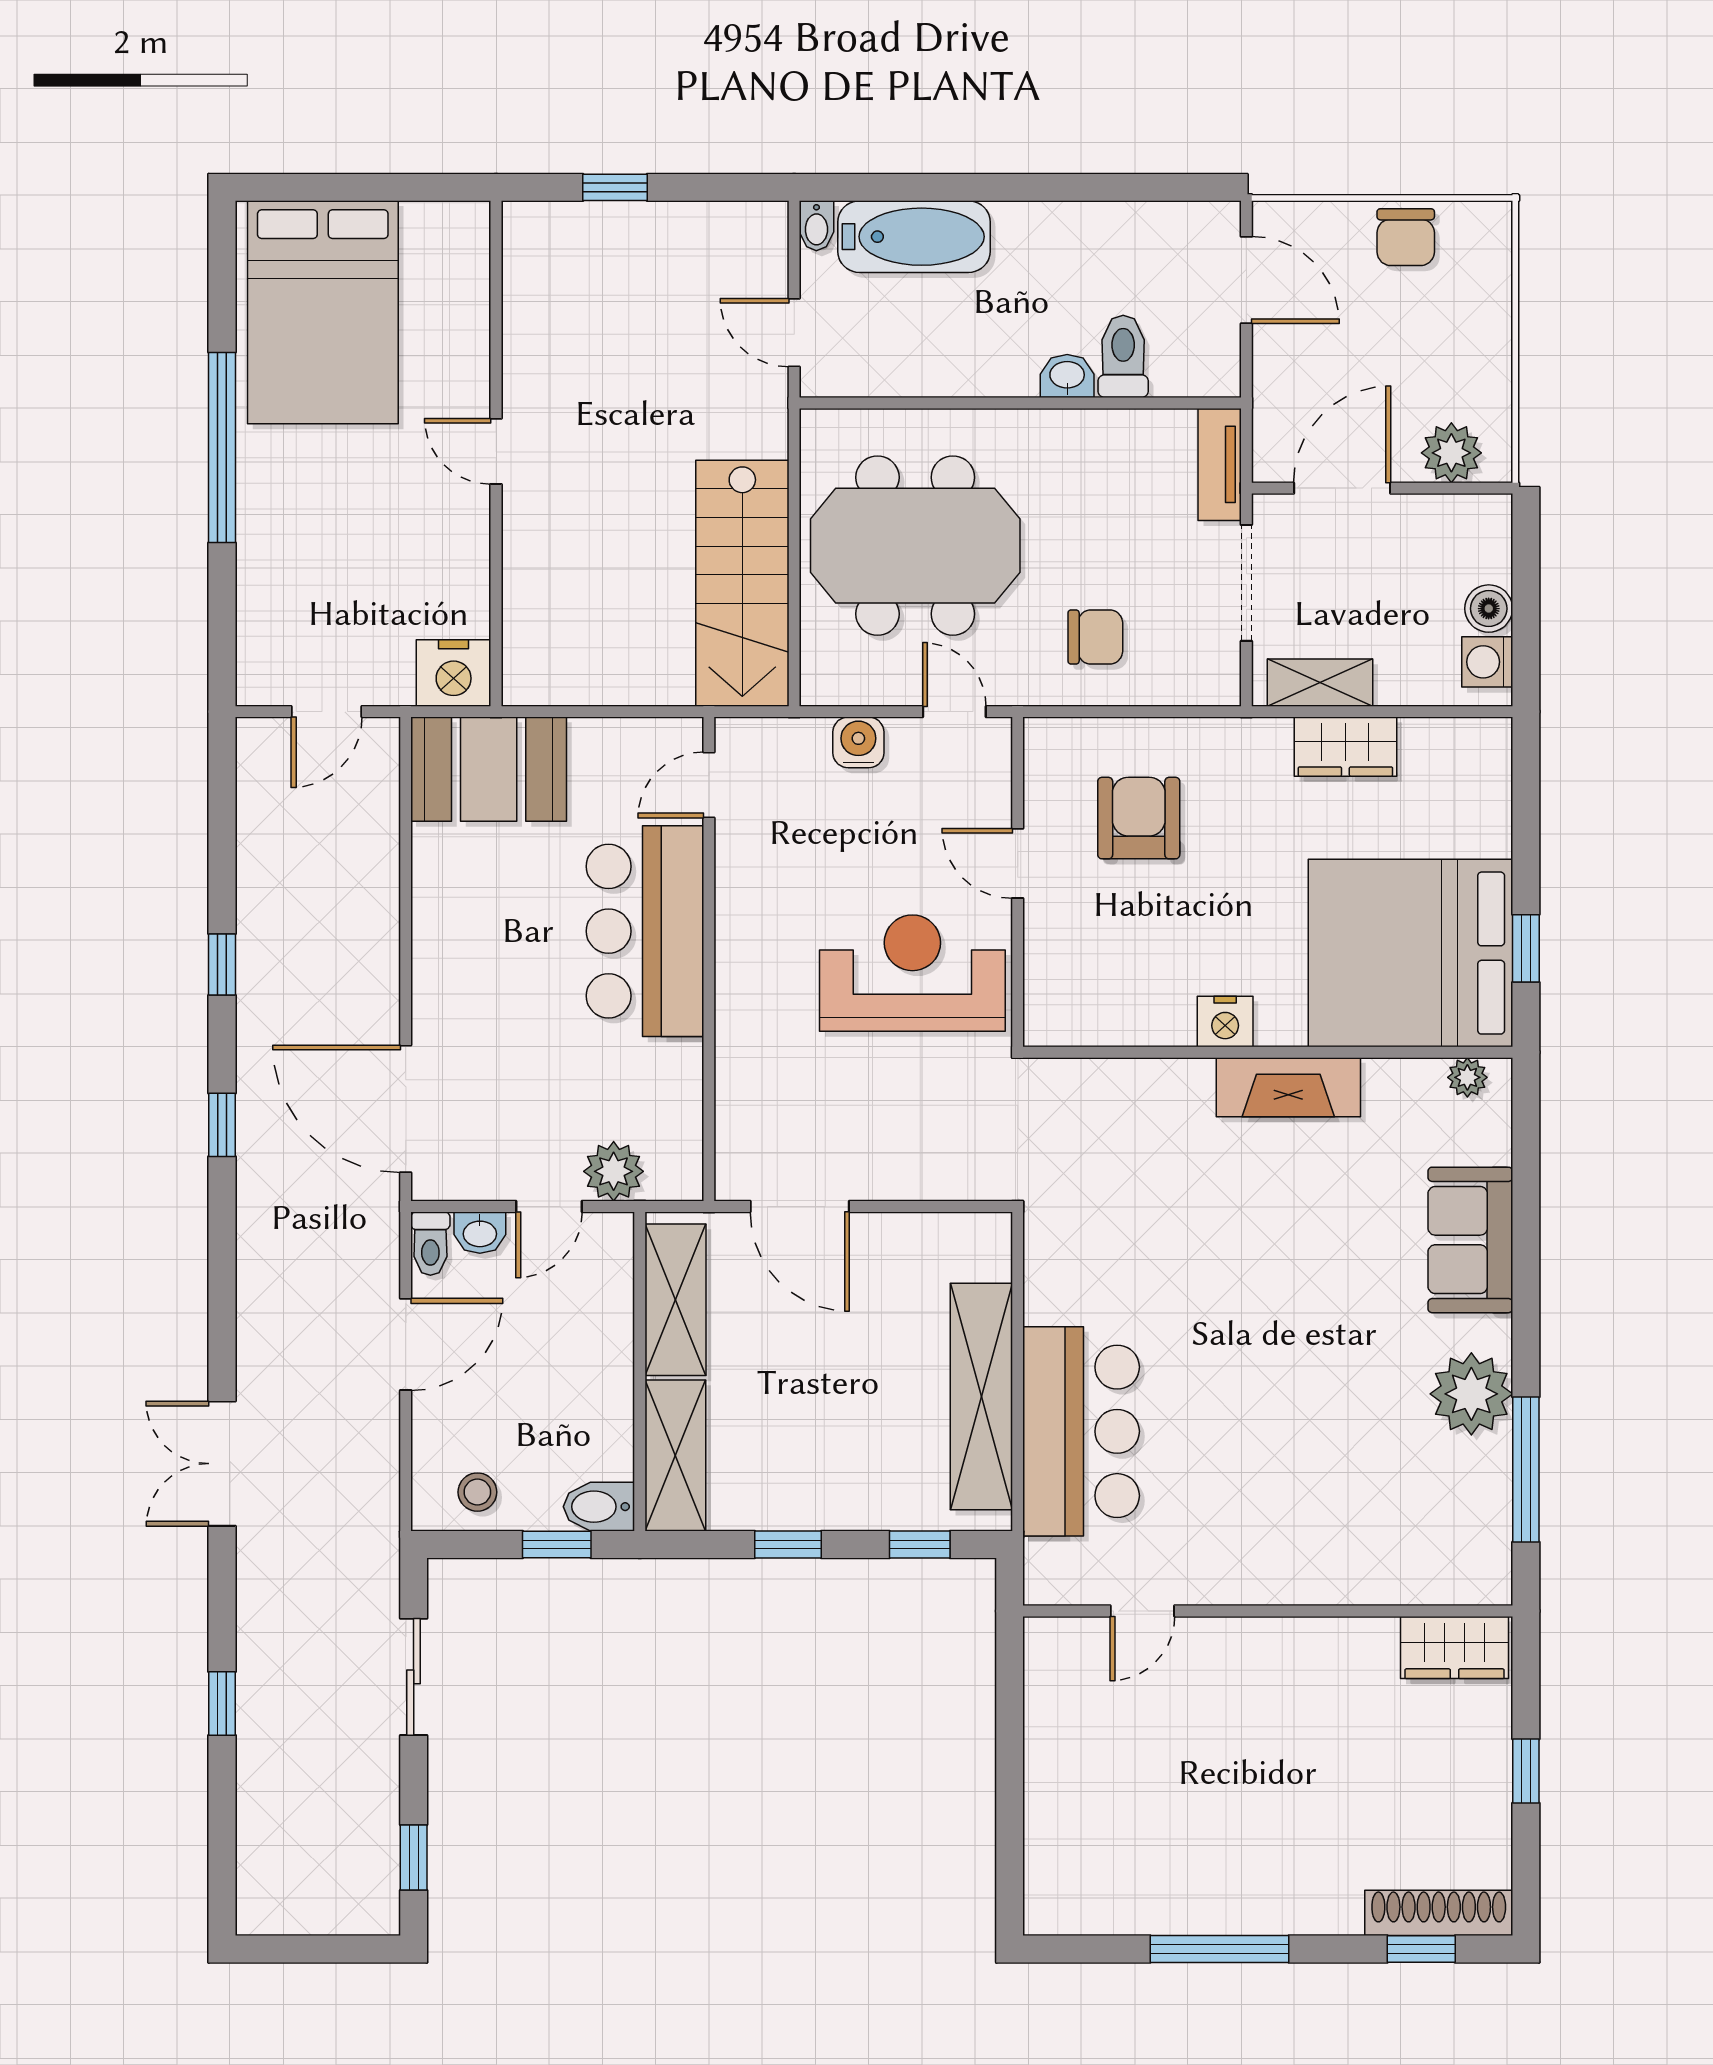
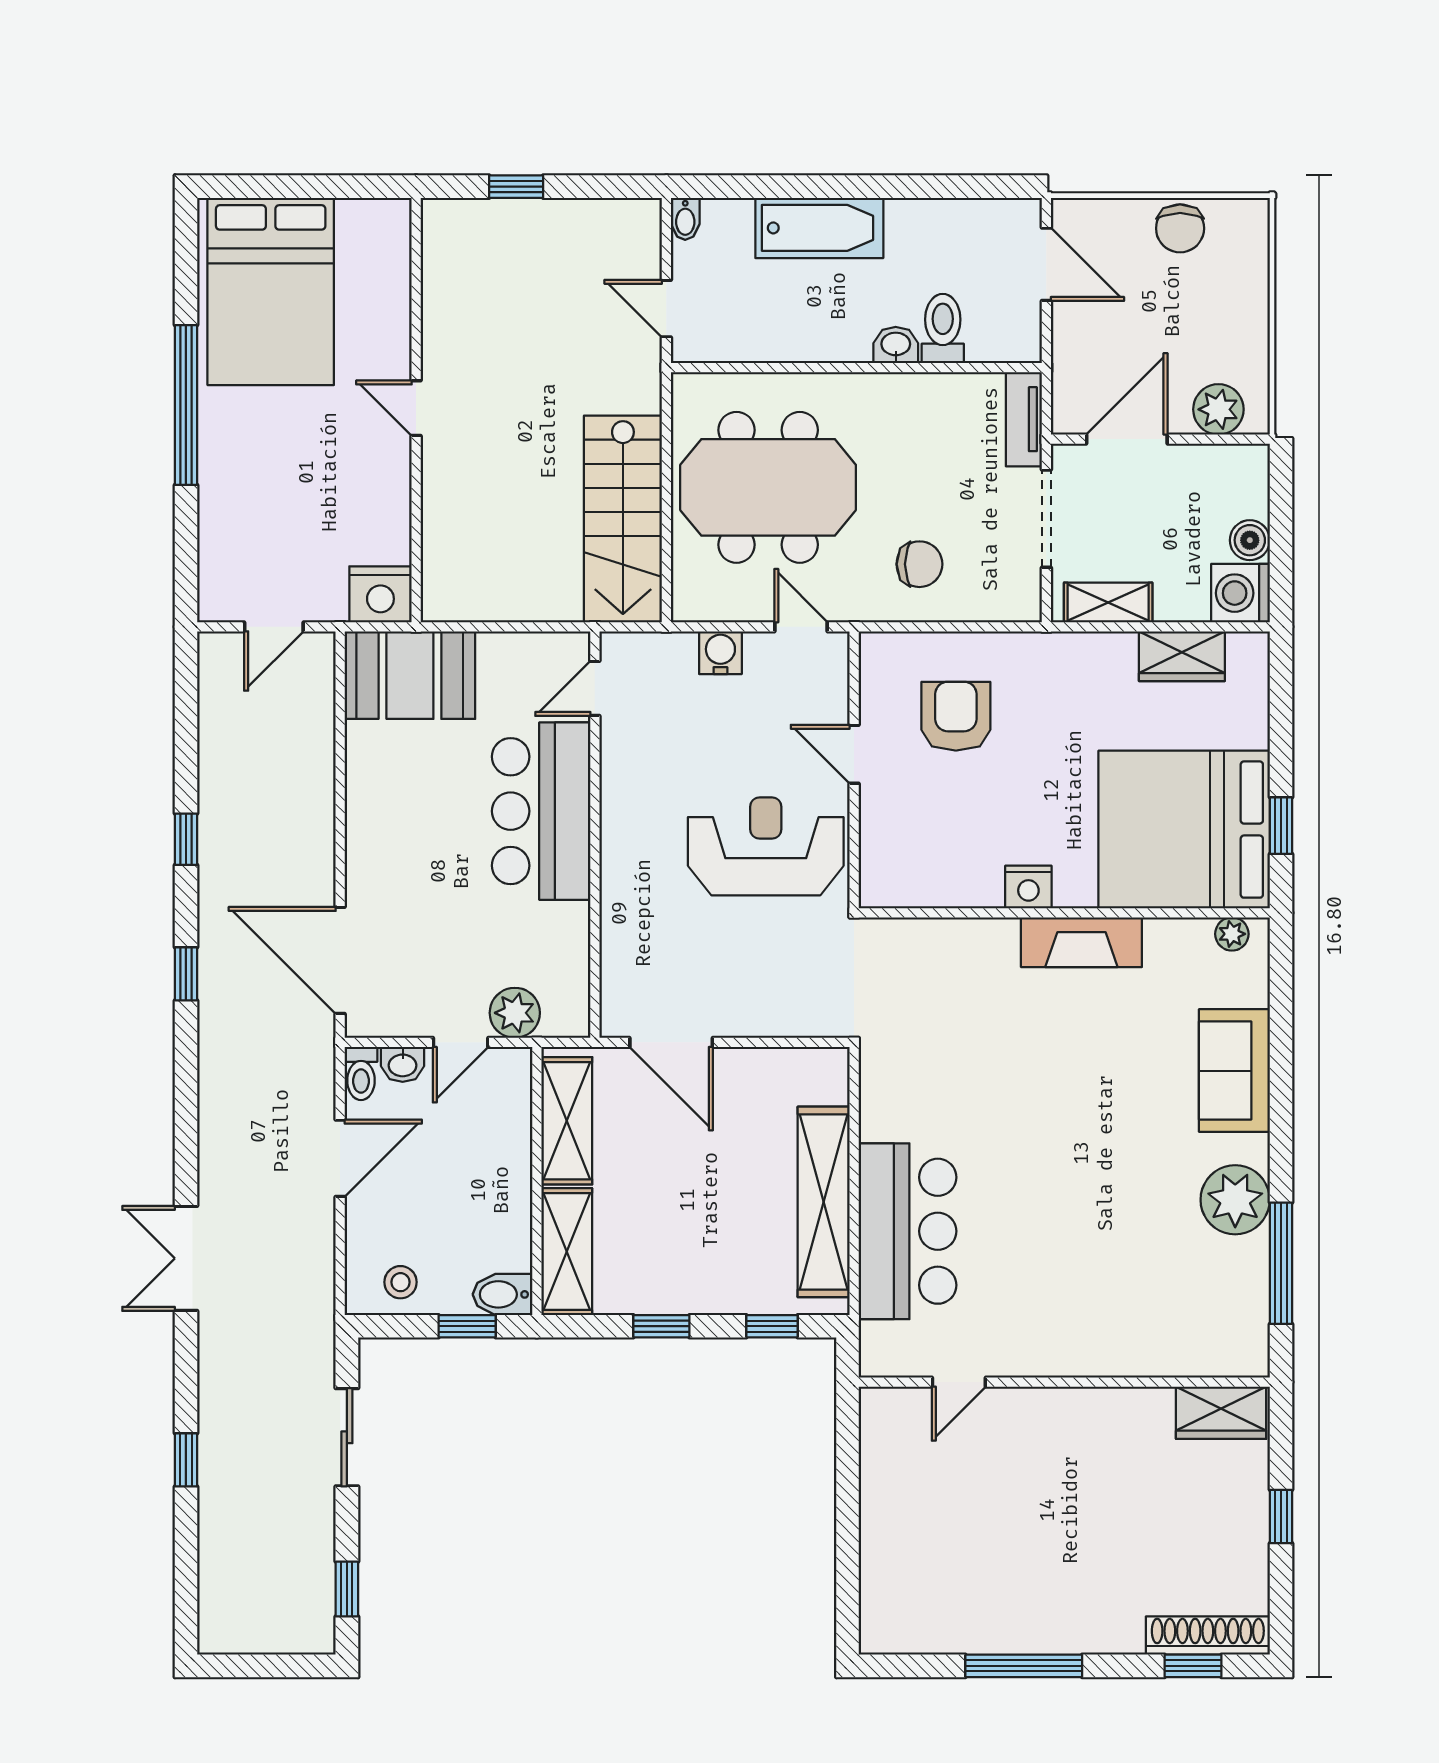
bathtub: (914, 237) -> (819, 228), moved
washing machine: (1487, 662) -> (1240, 593), width x1.38, depth x1.38
wardrobe: (1345, 747) -> (1182, 656), moved

